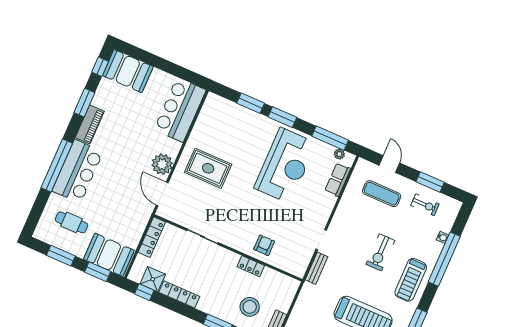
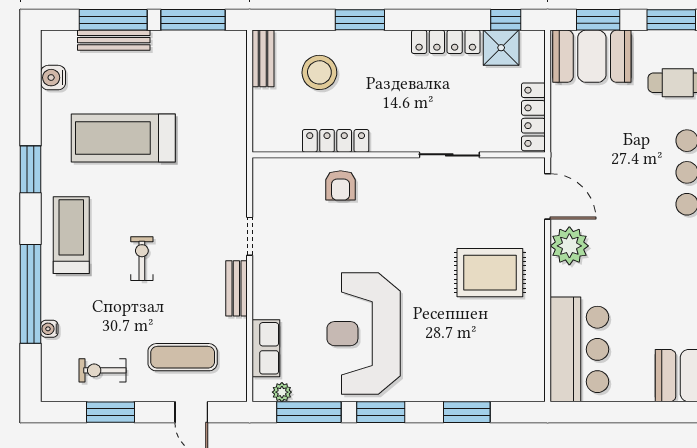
window: (282, 117) -> (381, 412), moved
exercise bike: (380, 252) -> (142, 259), width x0.73, depth x0.72
locker: (251, 266) -> (336, 141), width x1.53
bench: (316, 268) -> (236, 288), moved

